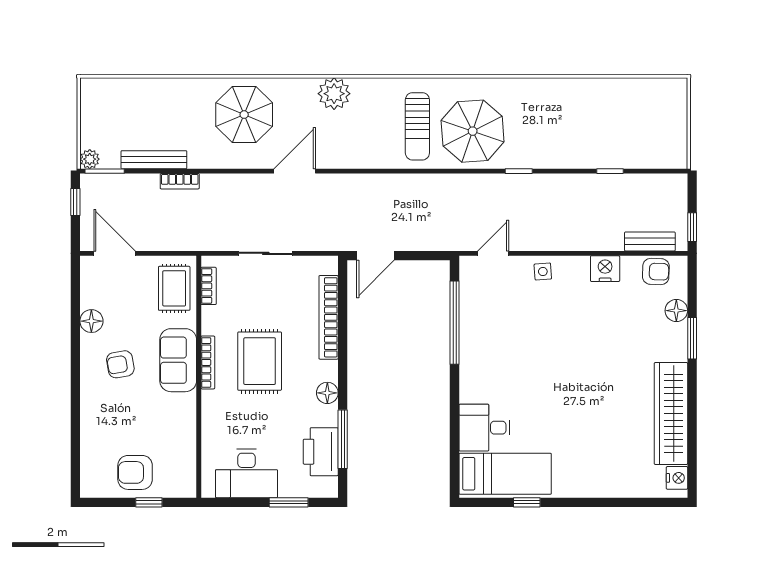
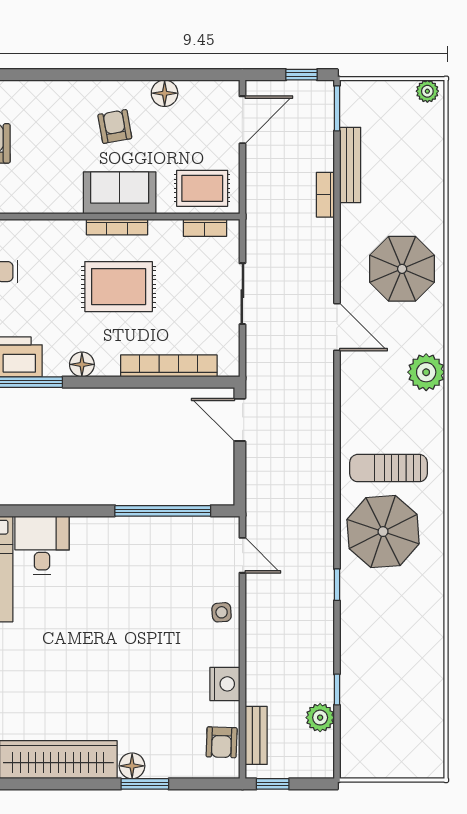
plant: (90, 159) -> (427, 91), moved
plant: (634, 186) -> (320, 718), added
floor lamp: (676, 311) -> (132, 766), moved

